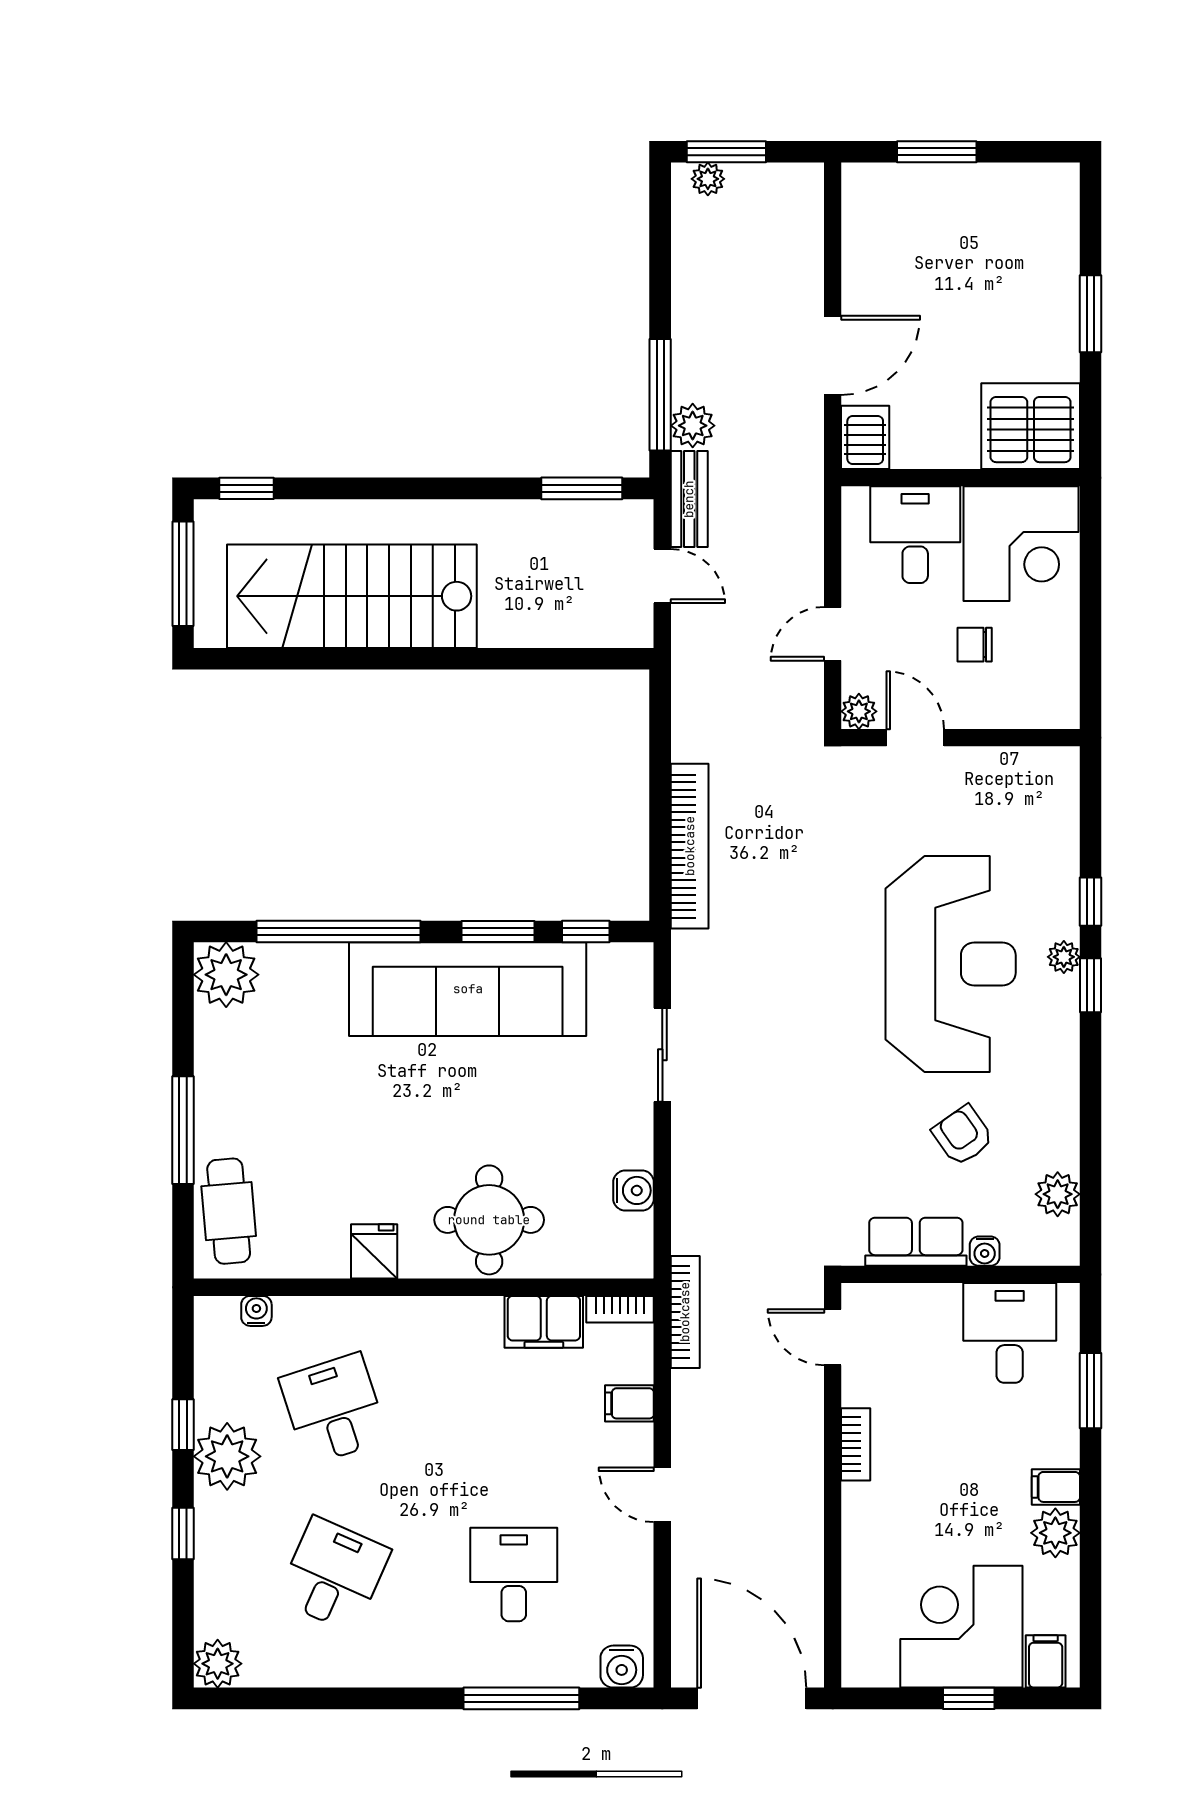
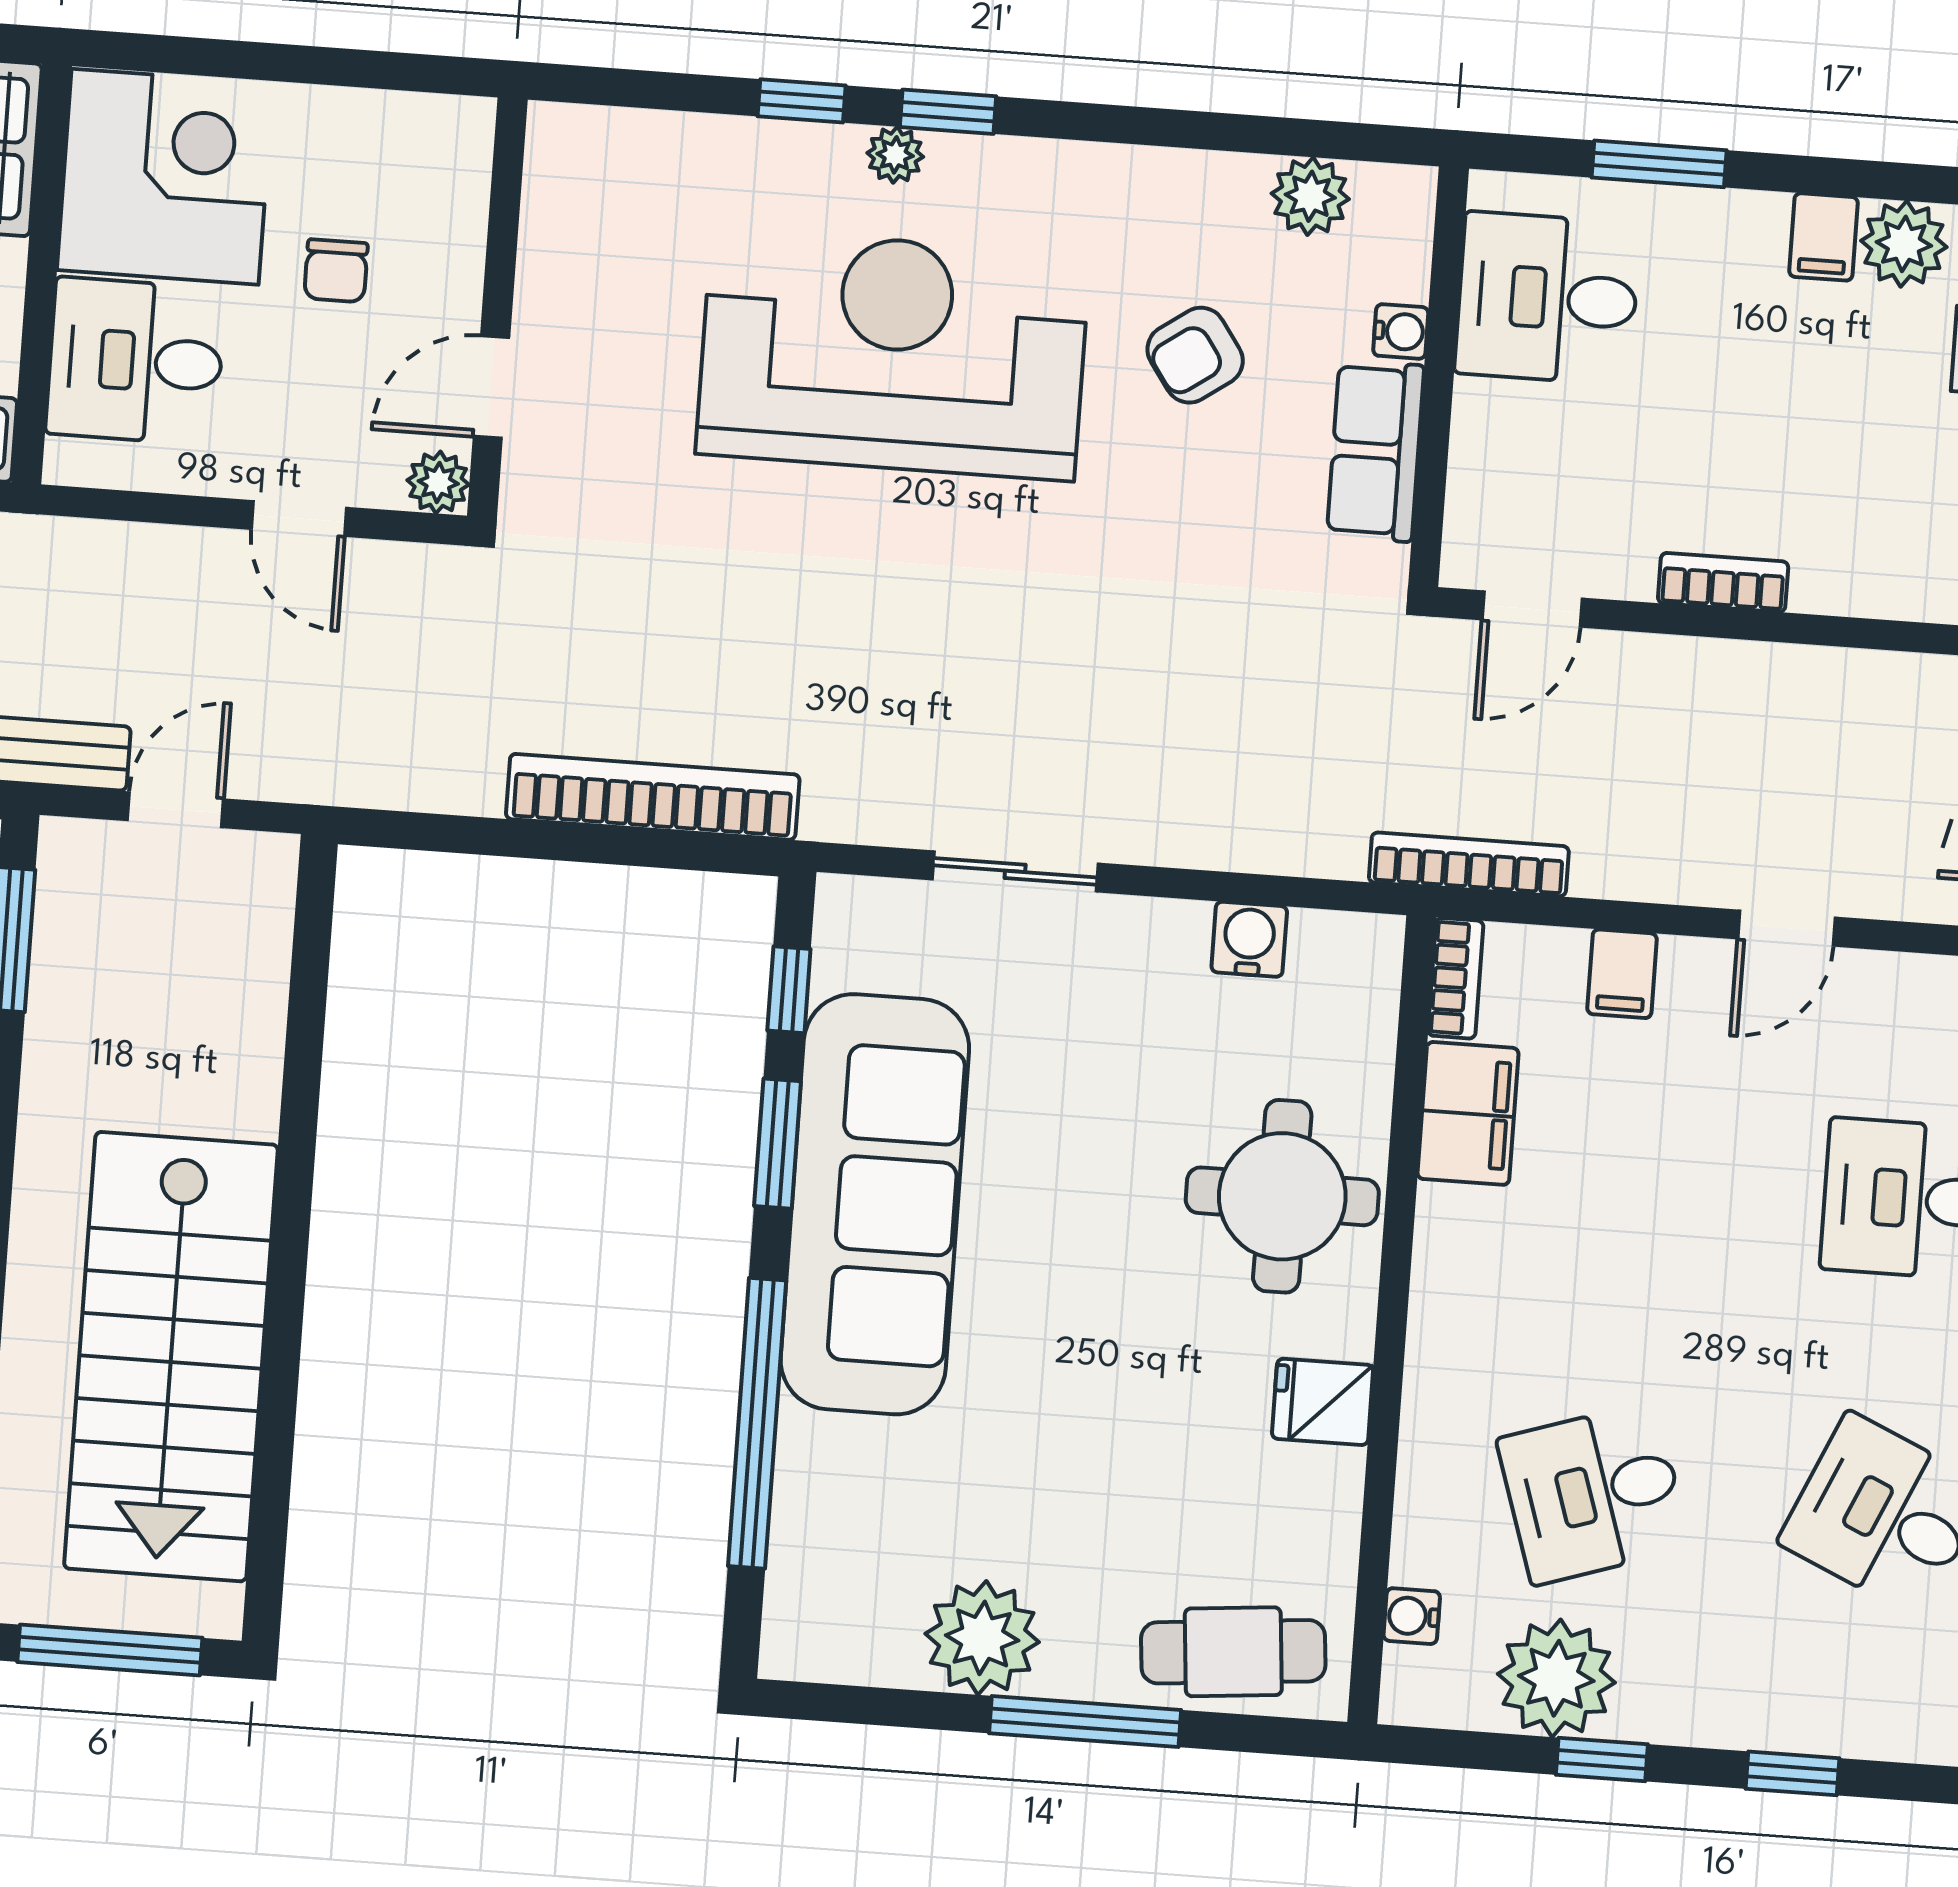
plant: (226, 975) -> (982, 1638), moved
plant: (227, 1456) -> (1556, 1678), moved

